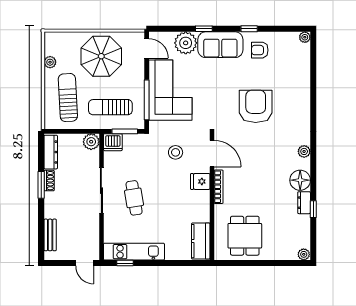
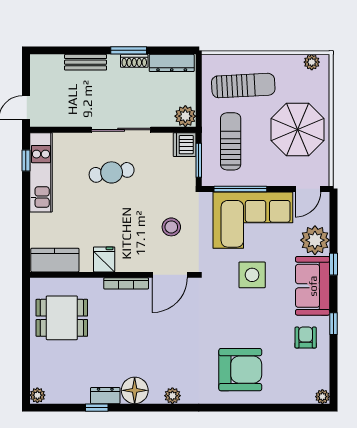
plant: (50, 62) -> (312, 62), moved
side table: (212, 91) -> (252, 275), added
armchair: (256, 106) -> (240, 370), moved
fridge: (200, 181) -> (104, 259), moved
bench: (50, 235) -> (86, 62), moved

